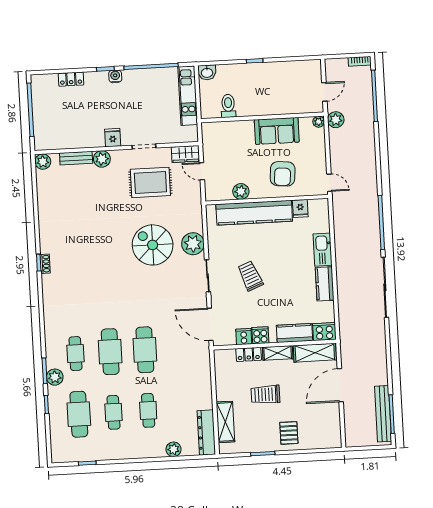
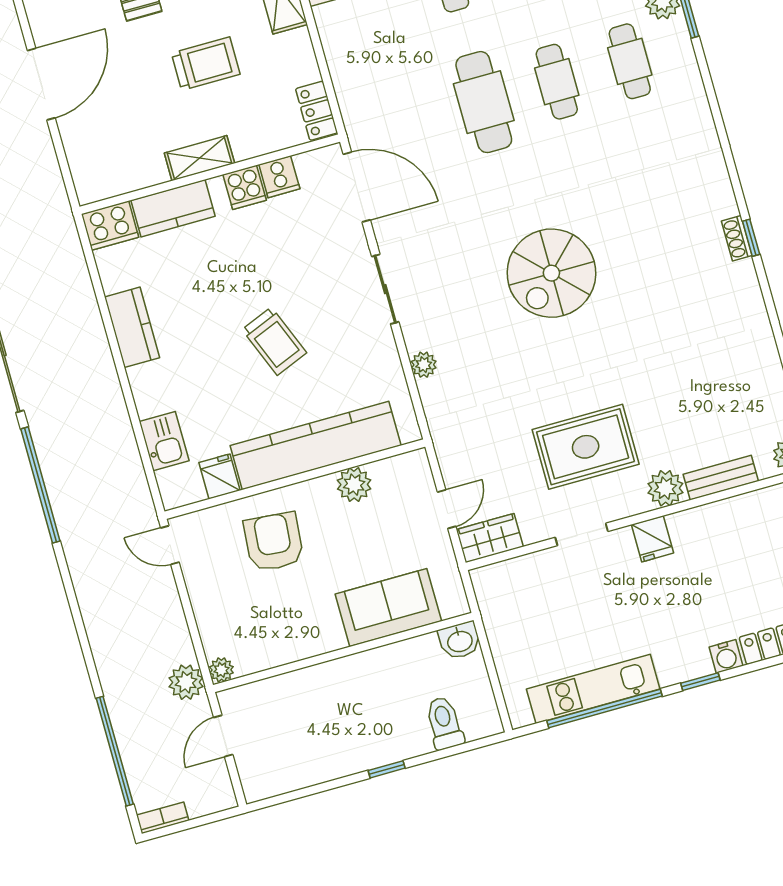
washbasin: (207, 72) -> (460, 641), moved, turned 180
water cooler: (115, 76) -> (726, 656), moved
kitchen unit: (188, 96) -> (593, 689), moved, turned -90
toilet: (228, 106) -> (444, 723), moved, turned 180
sofa: (277, 131) -> (388, 608), moved
door: (202, 171) -> (447, 509), hinge flipped
rug: (150, 182) -> (586, 447), moved
plant: (193, 244) -> (424, 365), width x0.53, depth x0.53
spiral stairs: (153, 245) -> (551, 273), moved, turned 90
kitchen sink: (323, 250) -> (164, 441), moved, width x0.73
trolley: (250, 276) -> (274, 341), moved
cafe table: (110, 352) -> (557, 82), width x0.73, depth x0.74
shelving: (315, 353) -> (120, 176), removed
locker: (249, 354) -> (317, 111), moved, turned -90
door: (340, 385) -> (41, 84), moved

